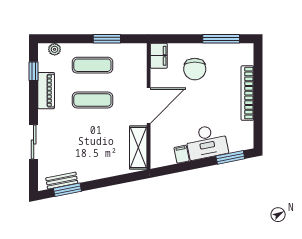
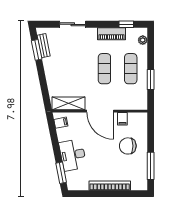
filing cabinet: (159, 56) -> (122, 119), moved, width x0.50
filing cabinet: (182, 154) -> (61, 123), moved

